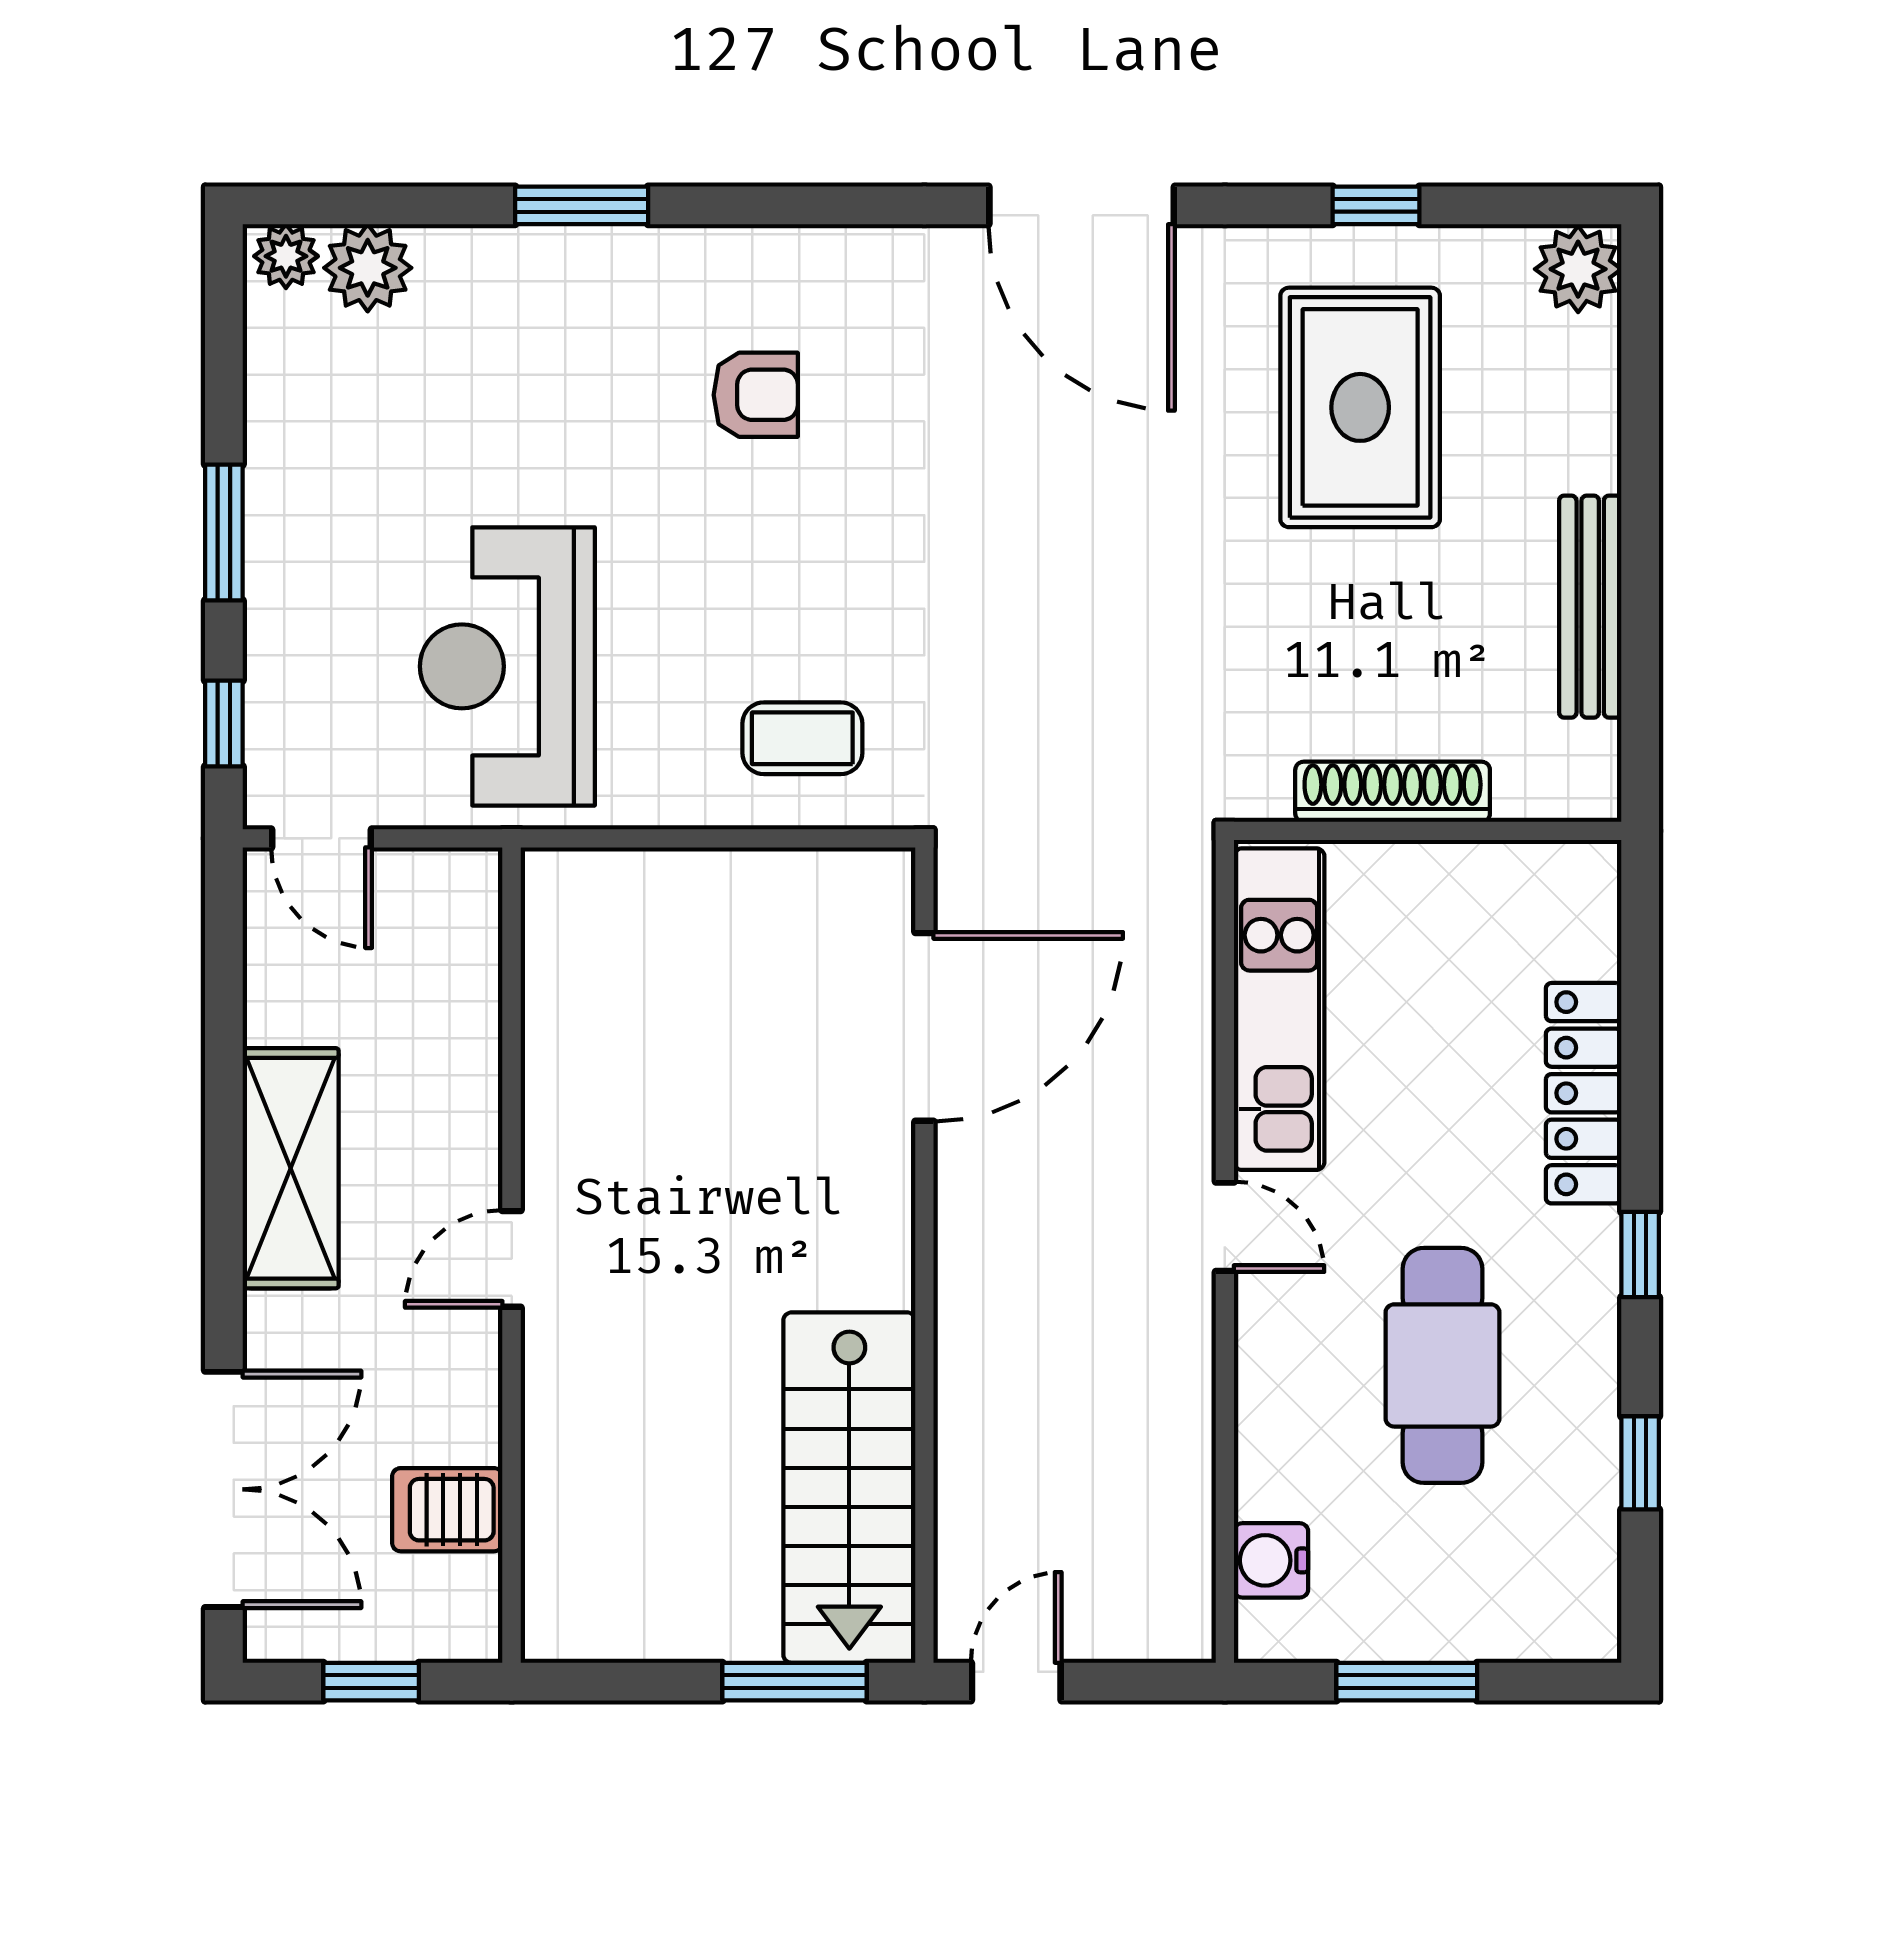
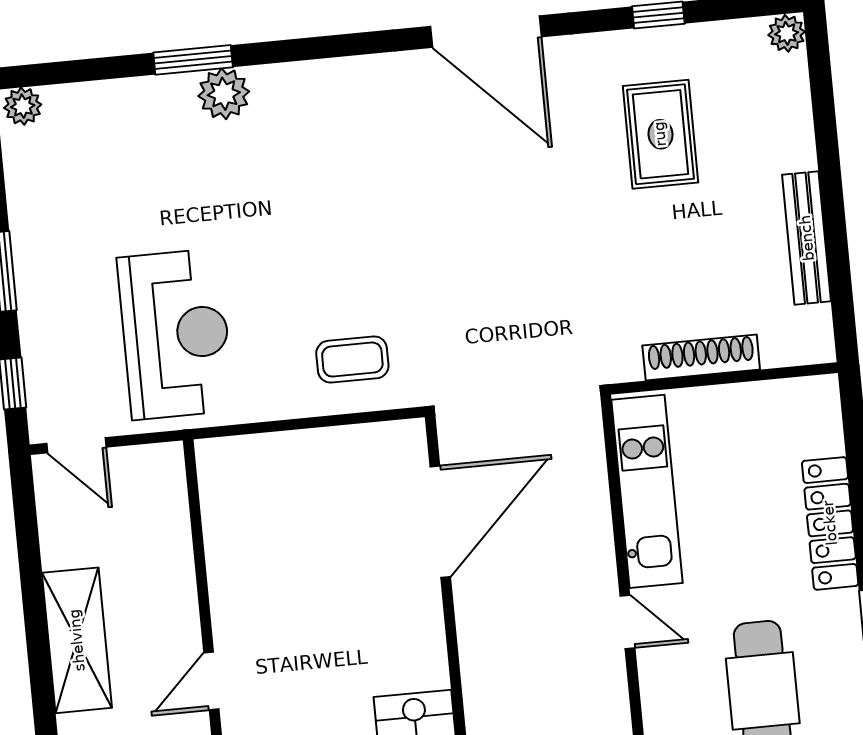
plant: (368, 268) -> (224, 94), moved
plant: (1578, 269) -> (787, 33), width x0.73, depth x0.73
armchair: (756, 395) -> (306, 161), removed
rug: (1360, 407) -> (660, 134), width x0.73, depth x0.70
reception desk: (507, 666) -> (176, 334), turned 180

